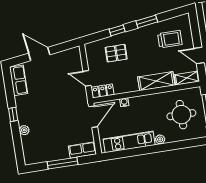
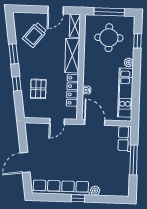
trolley: (170, 39) -> (35, 35), turned -141
row of seats: (19, 80) -> (61, 187), width x2.02
locker: (103, 91) -> (72, 90), moved, width x1.53
window: (184, 144) -> (137, 41), added

